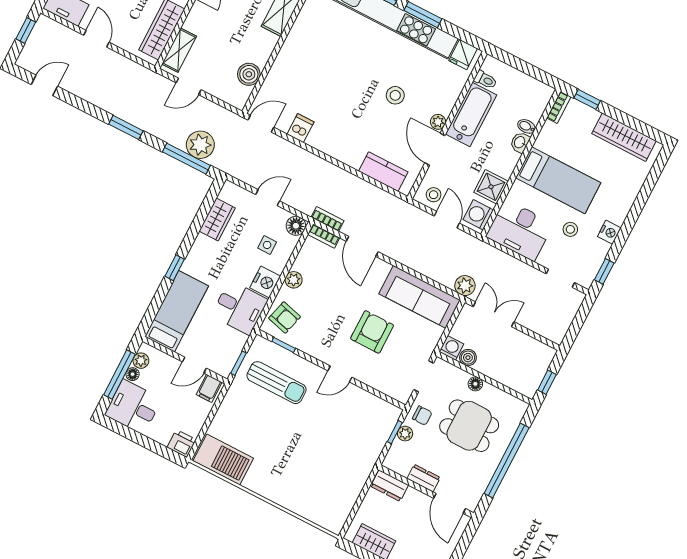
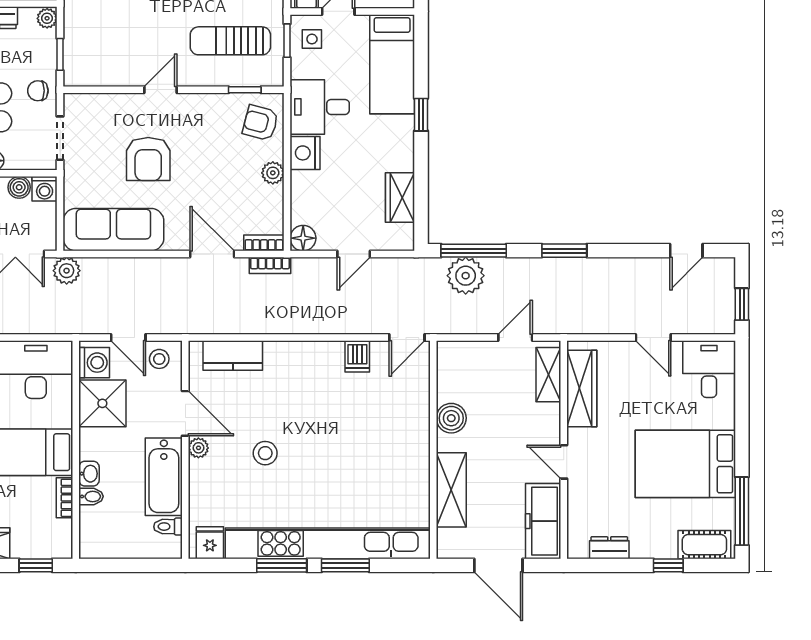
boiler: (249, 74) -> (451, 418), moved
bookcase: (559, 107) -> (65, 498), moved
shower: (491, 187) -> (102, 403), width x1.36, depth x1.36
side table: (267, 245) -> (312, 39), moved
plant: (405, 434) -> (47, 18), moved

